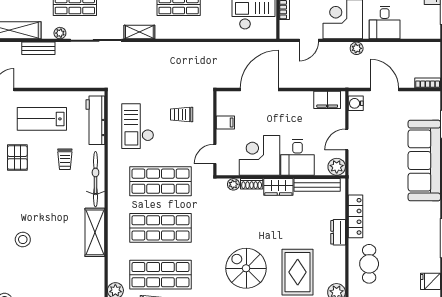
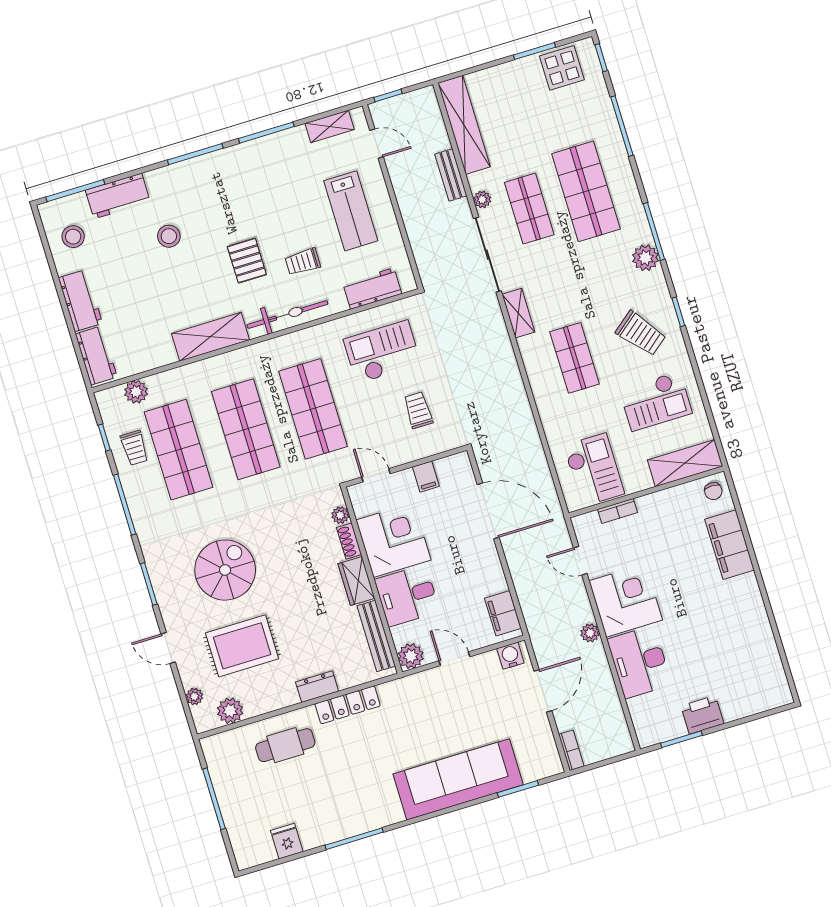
desk: (385, 22) -> (639, 662), width x1.37
lab bench: (42, 119) -> (351, 211), turned 180
workbench: (95, 120) -> (372, 288), width x0.73
pallet: (17, 158) -> (247, 261), moved, turned 90

